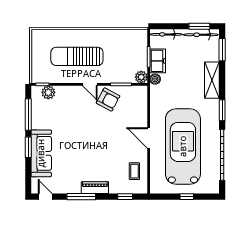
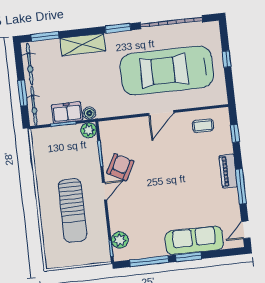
window: (199, 26) -> (23, 93), moved

